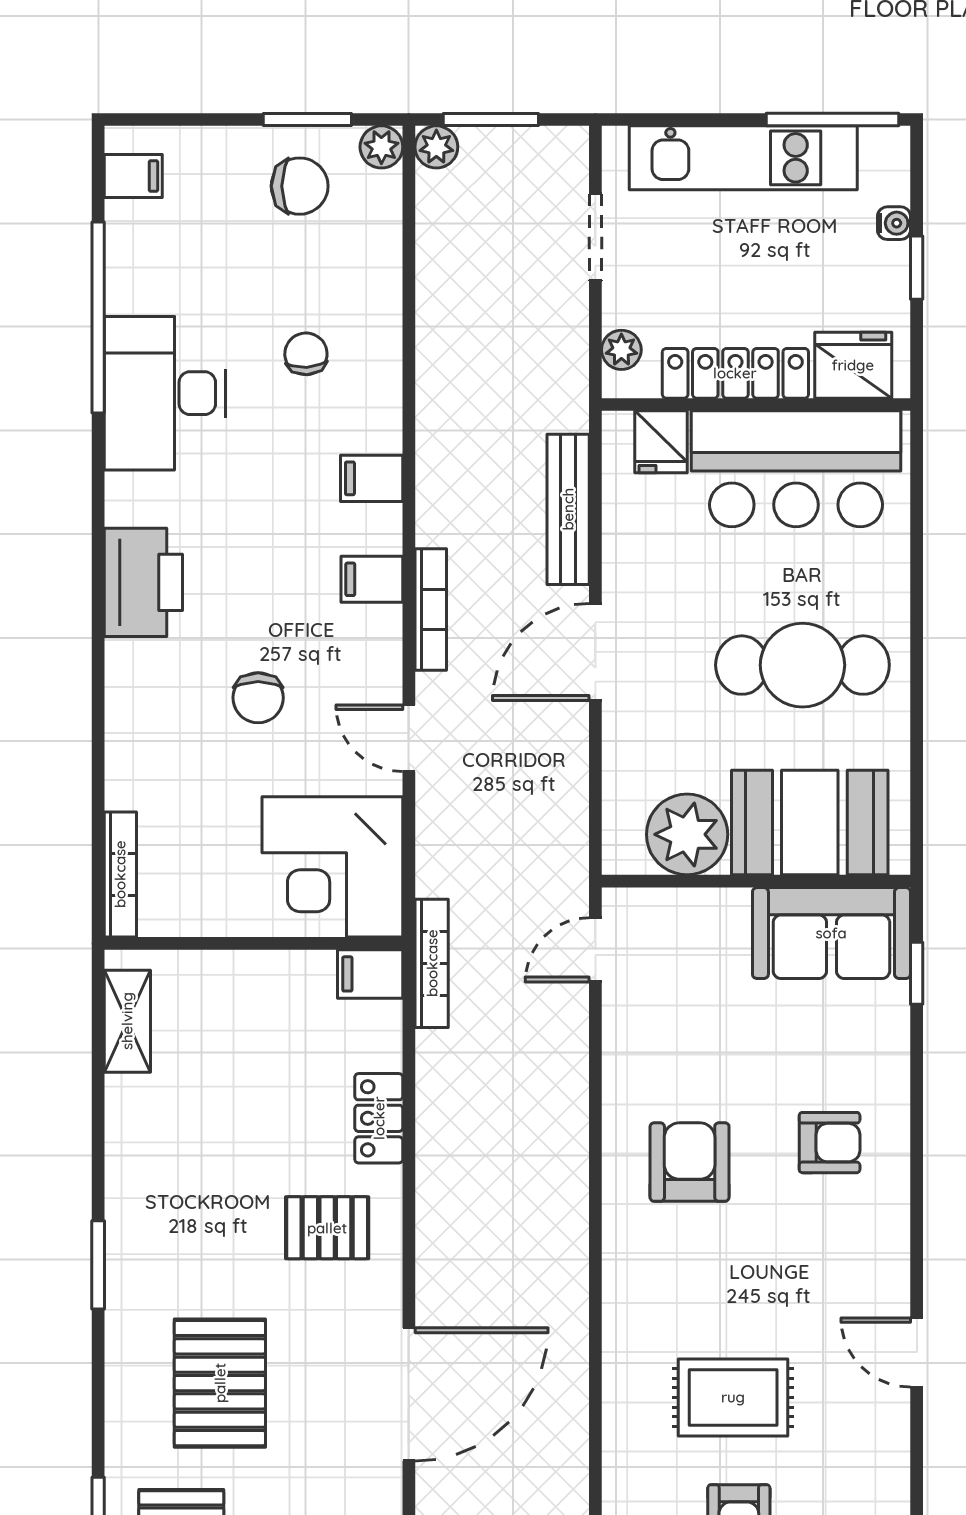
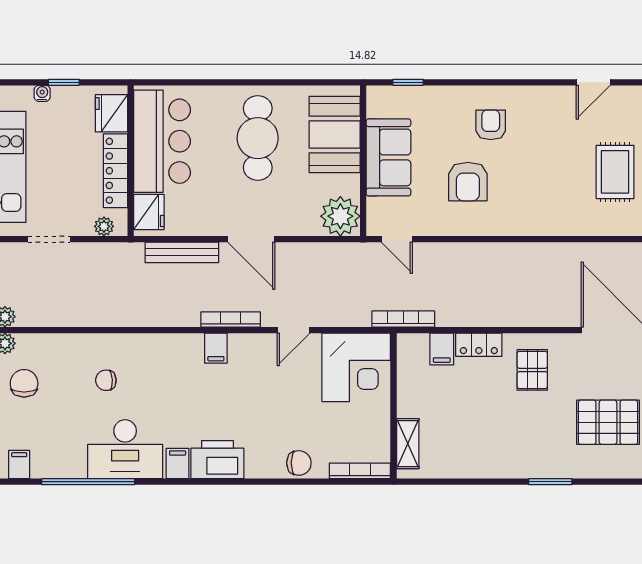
fridge: (661, 442) -> (149, 212), width x1.38
filing cabinet: (372, 478) -> (178, 464), moved, turned 180
chair: (258, 698) -> (299, 463), moved
plant: (687, 834) -> (340, 216), moved
sofa: (831, 933) -> (388, 157), moved
filing cabinet: (370, 974) -> (442, 349), moved
shelving: (127, 1021) -> (408, 444), moved, turned 90
armchair: (690, 1162) -> (468, 182), moved, turned -90

